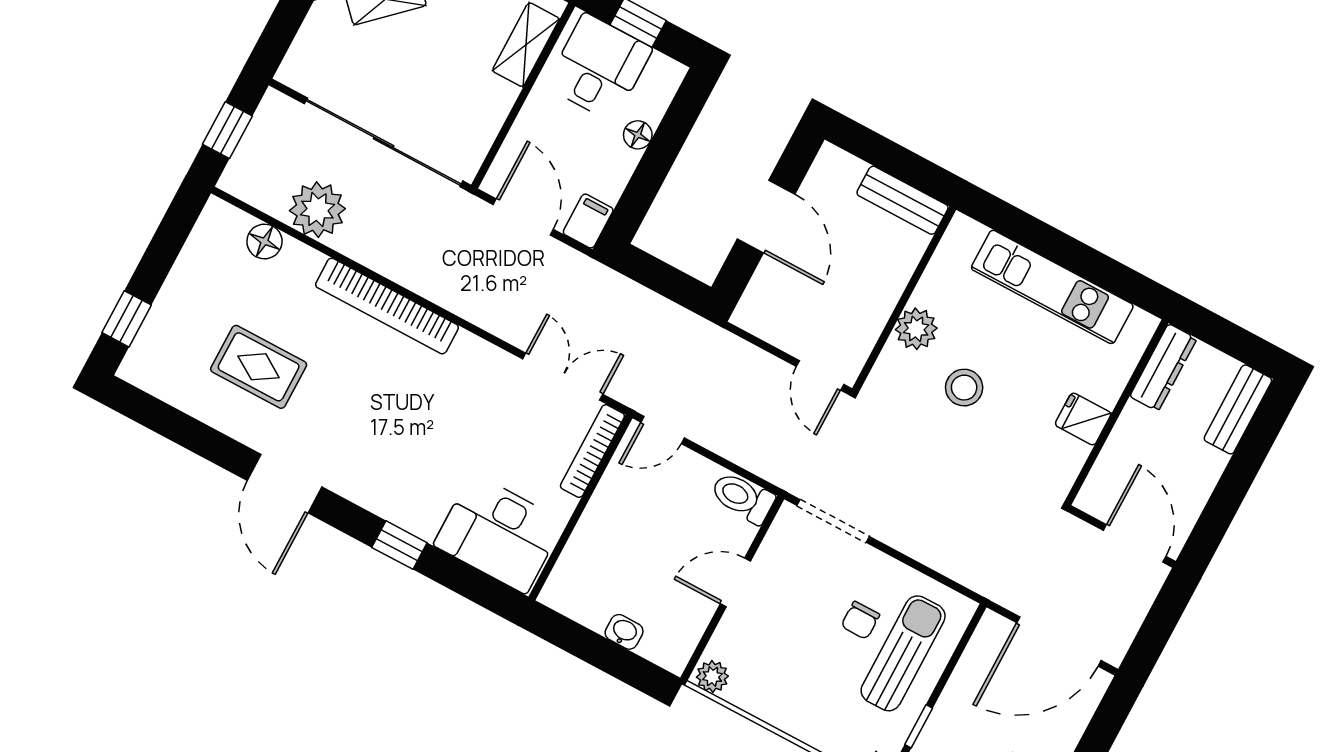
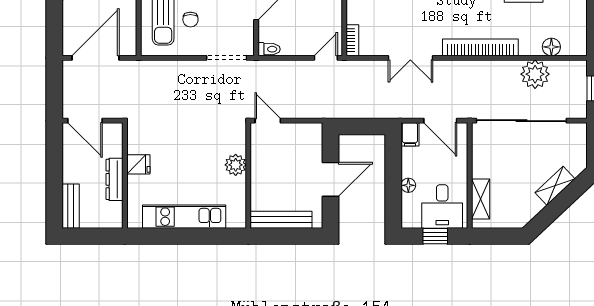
bench: (903, 200) -> (281, 220), width x1.36
door: (766, 217) -> (331, 179), swing flipped
dresser: (1163, 368) -> (115, 179), moved
double door: (563, 377) -> (410, 58), moved
stool: (964, 388) -> (200, 150), removed
bookcase: (592, 451) -> (352, 40), width x0.64
toilet: (743, 498) -> (269, 49), width x0.73, depth x0.72
chair: (860, 620) -> (190, 20), turned 180

